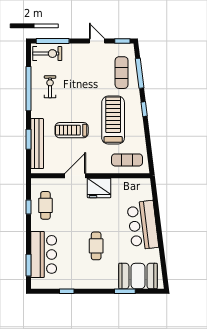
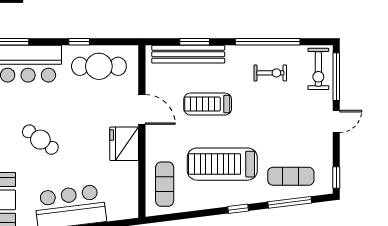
door: (97, 41) -> (336, 121), moved
treadmill: (113, 120) -> (222, 164), turned 180
treadmill: (72, 130) -> (208, 104), turned -90
cafe table: (45, 205) -> (99, 66), width x1.37, depth x1.35
window: (28, 207) -> (79, 42), moved
cafe table: (96, 246) -> (40, 140), turned 36

